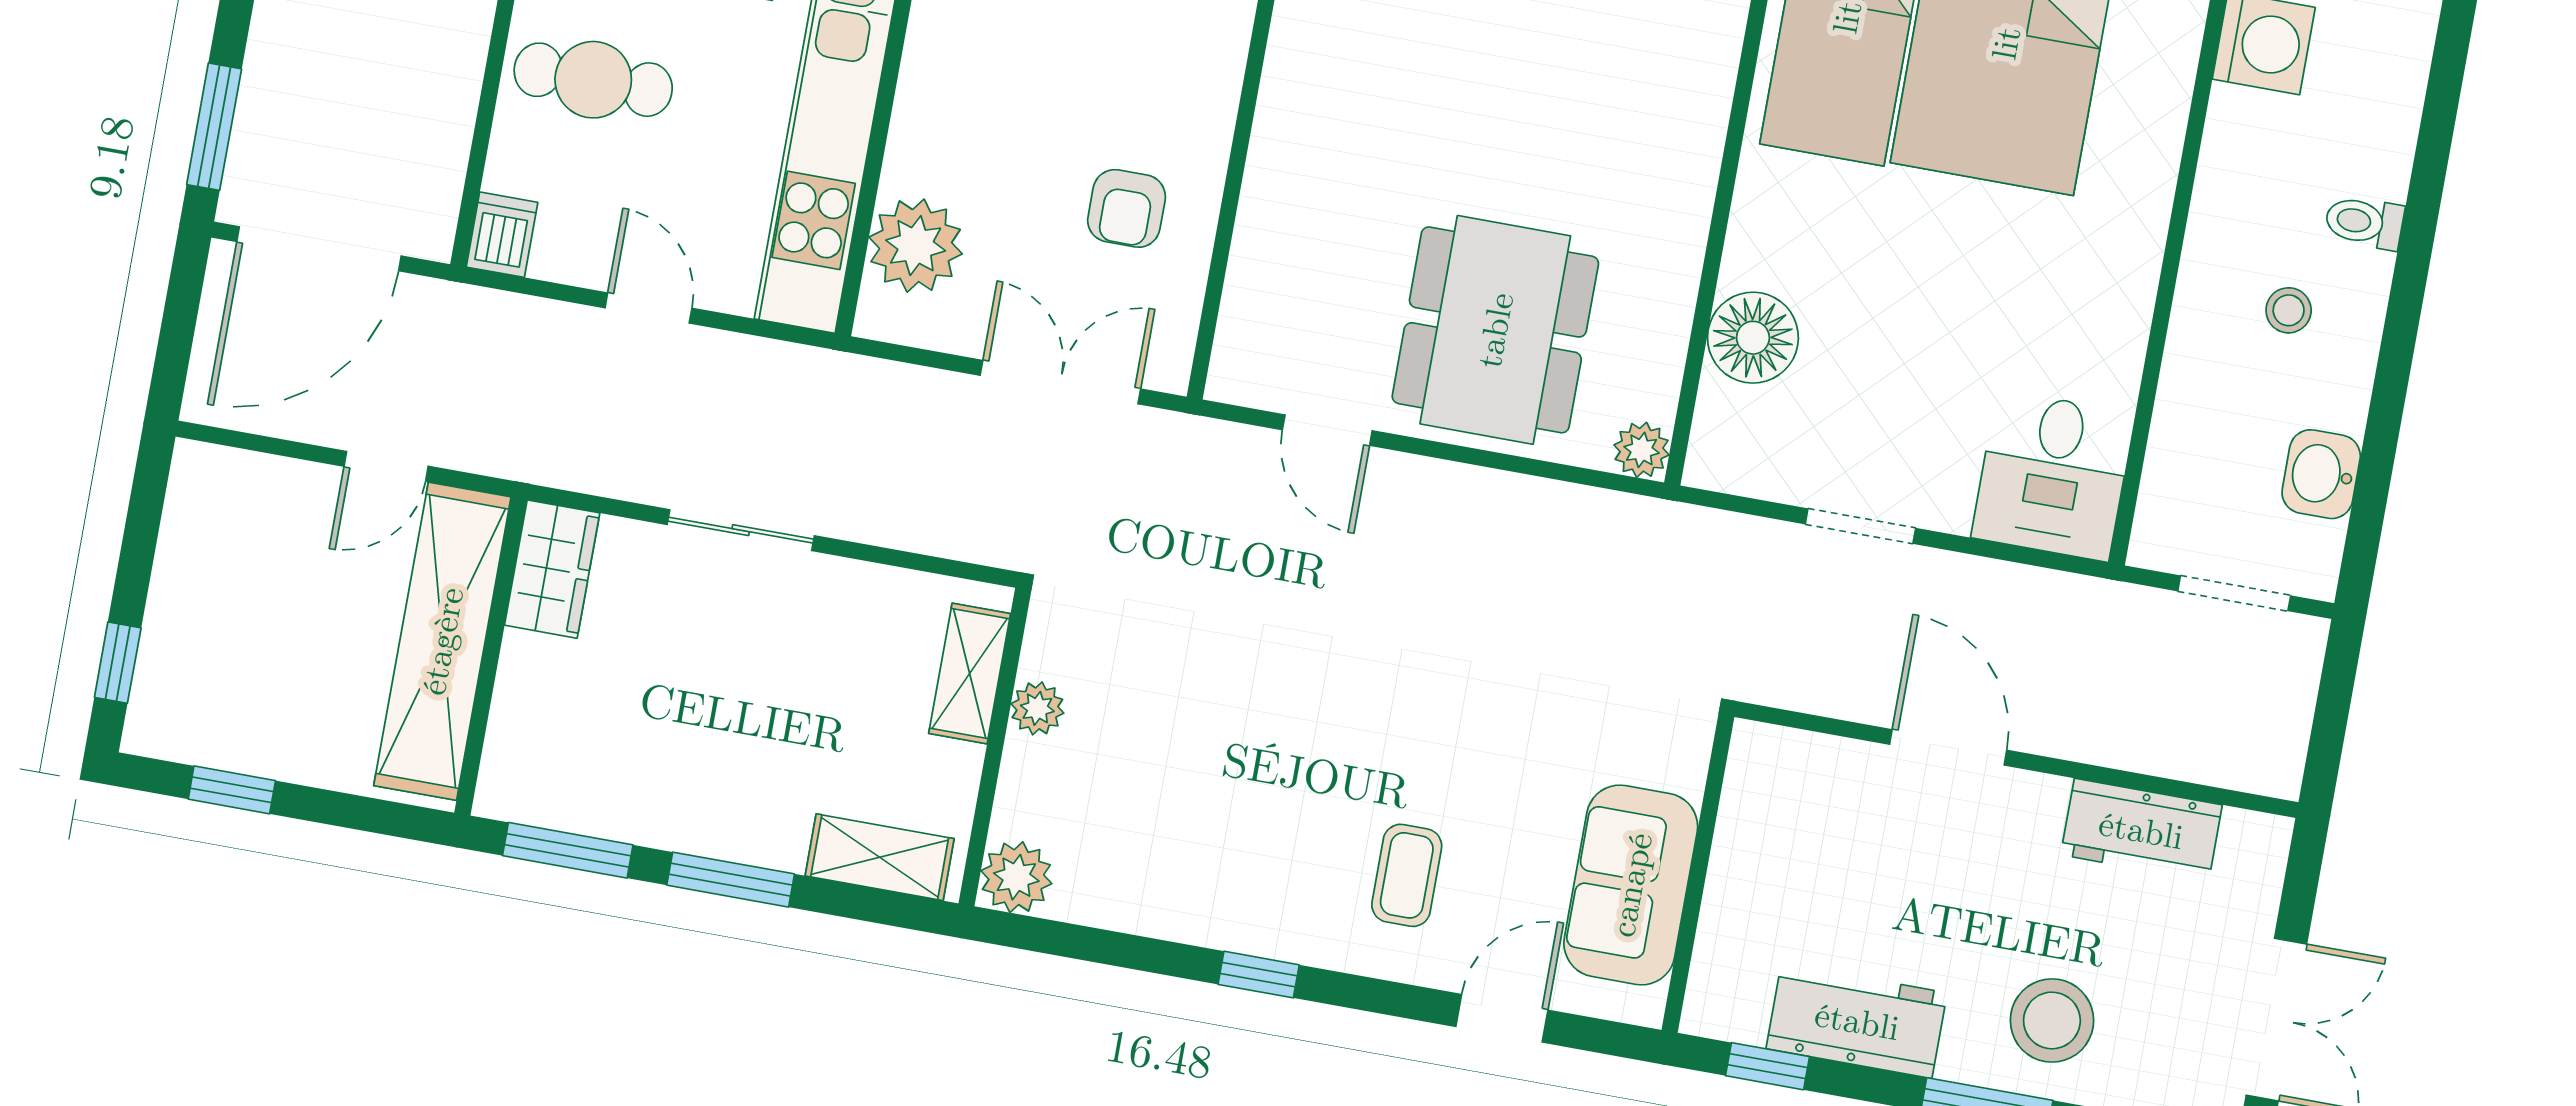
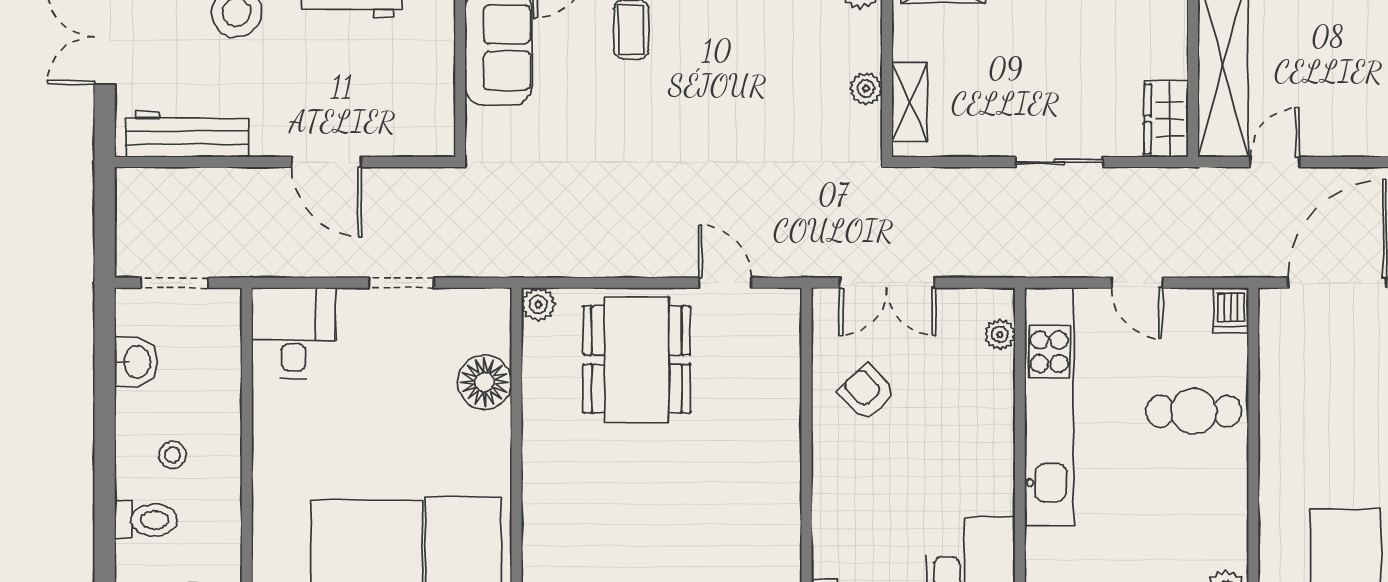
armchair: (1127, 208) -> (866, 392), turned -43
toilet: (2364, 222) -> (146, 520), width x1.37, depth x1.39
plant: (916, 246) -> (1000, 334), width x0.53, depth x0.53
workbench: (2141, 830) -> (187, 134), width x1.38

